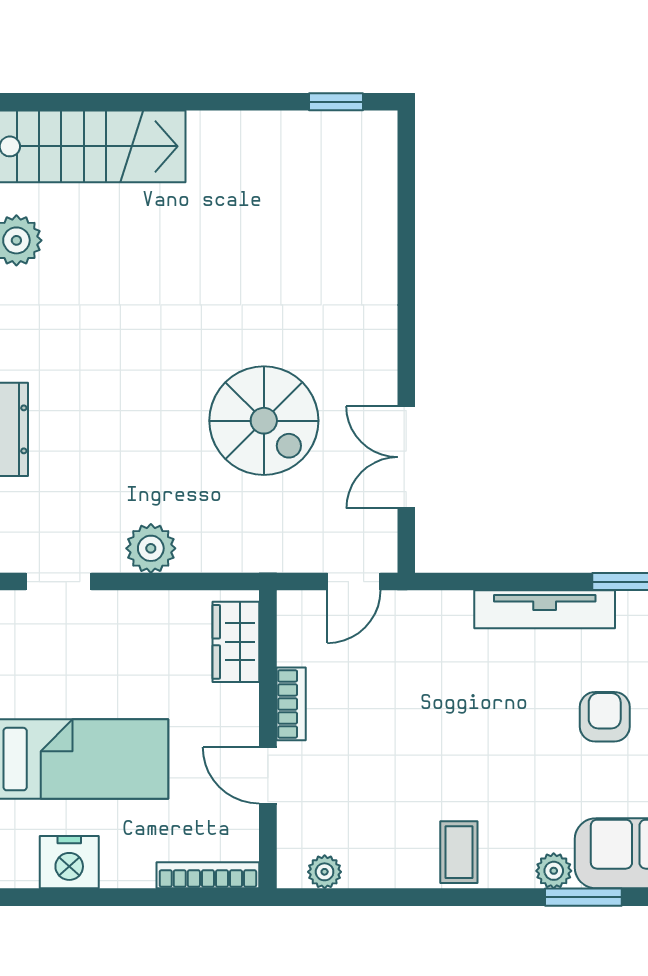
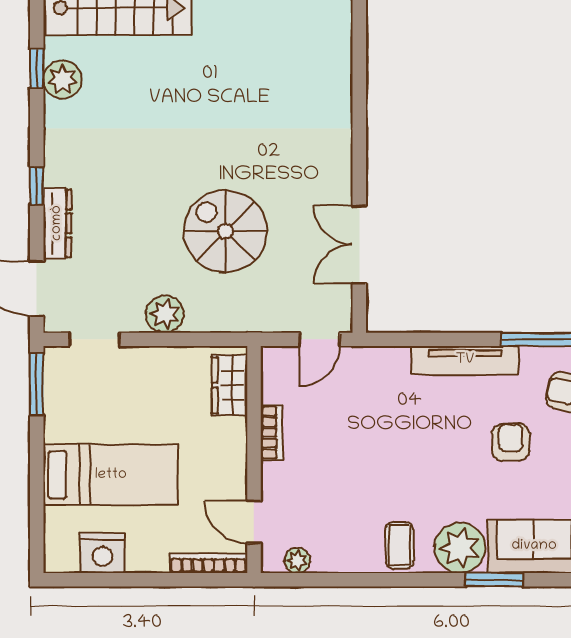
spiral stairs: (264, 421) -> (226, 231), moved, turned 180
door: (268, 775) -> (254, 522), moved
plant: (554, 871) -> (460, 548), width x1.87, depth x1.87

